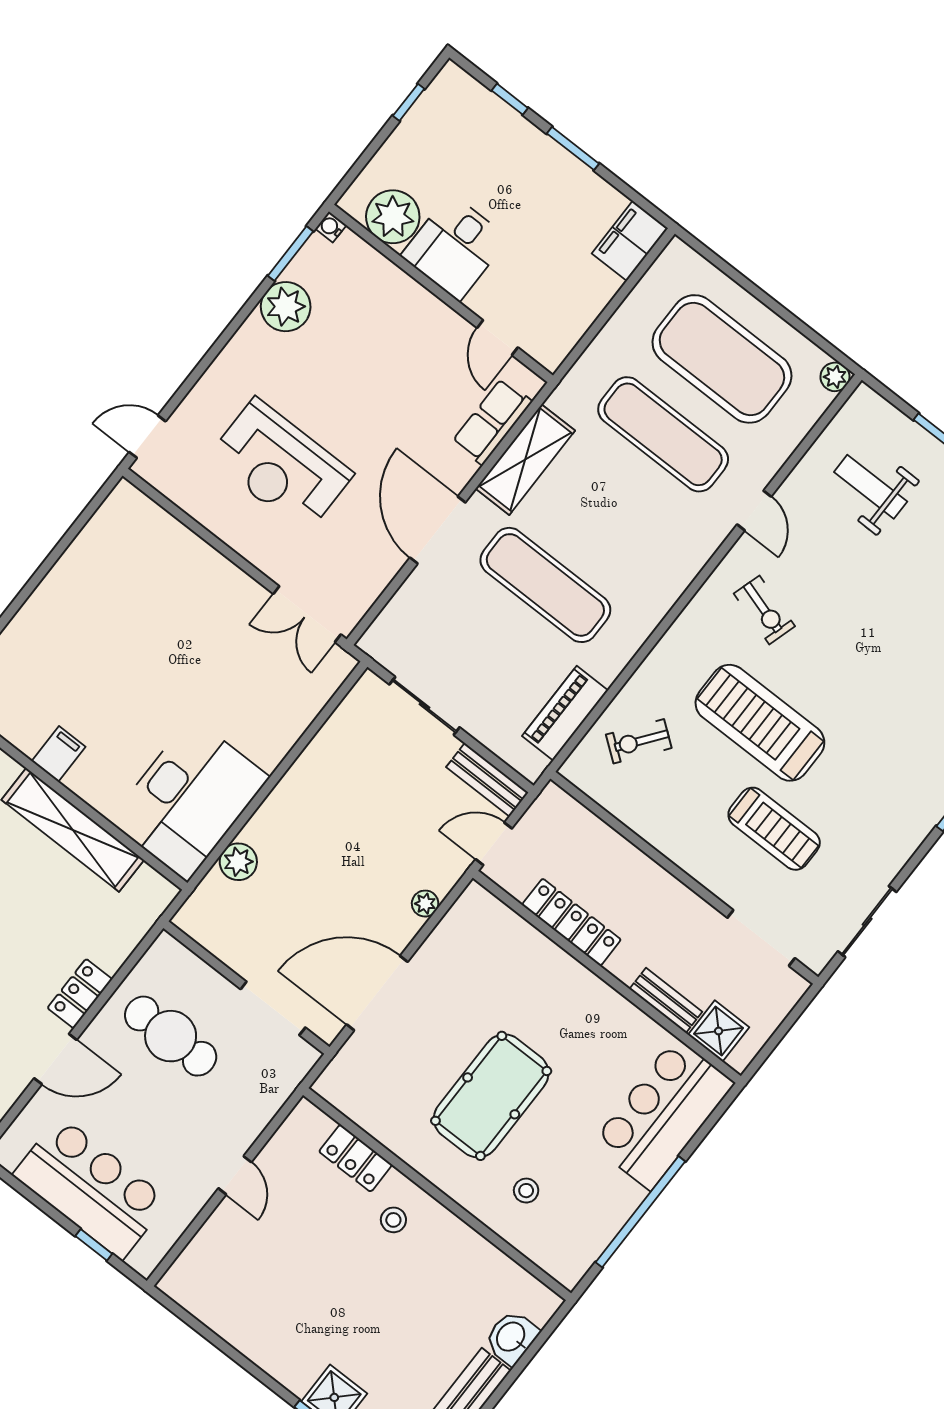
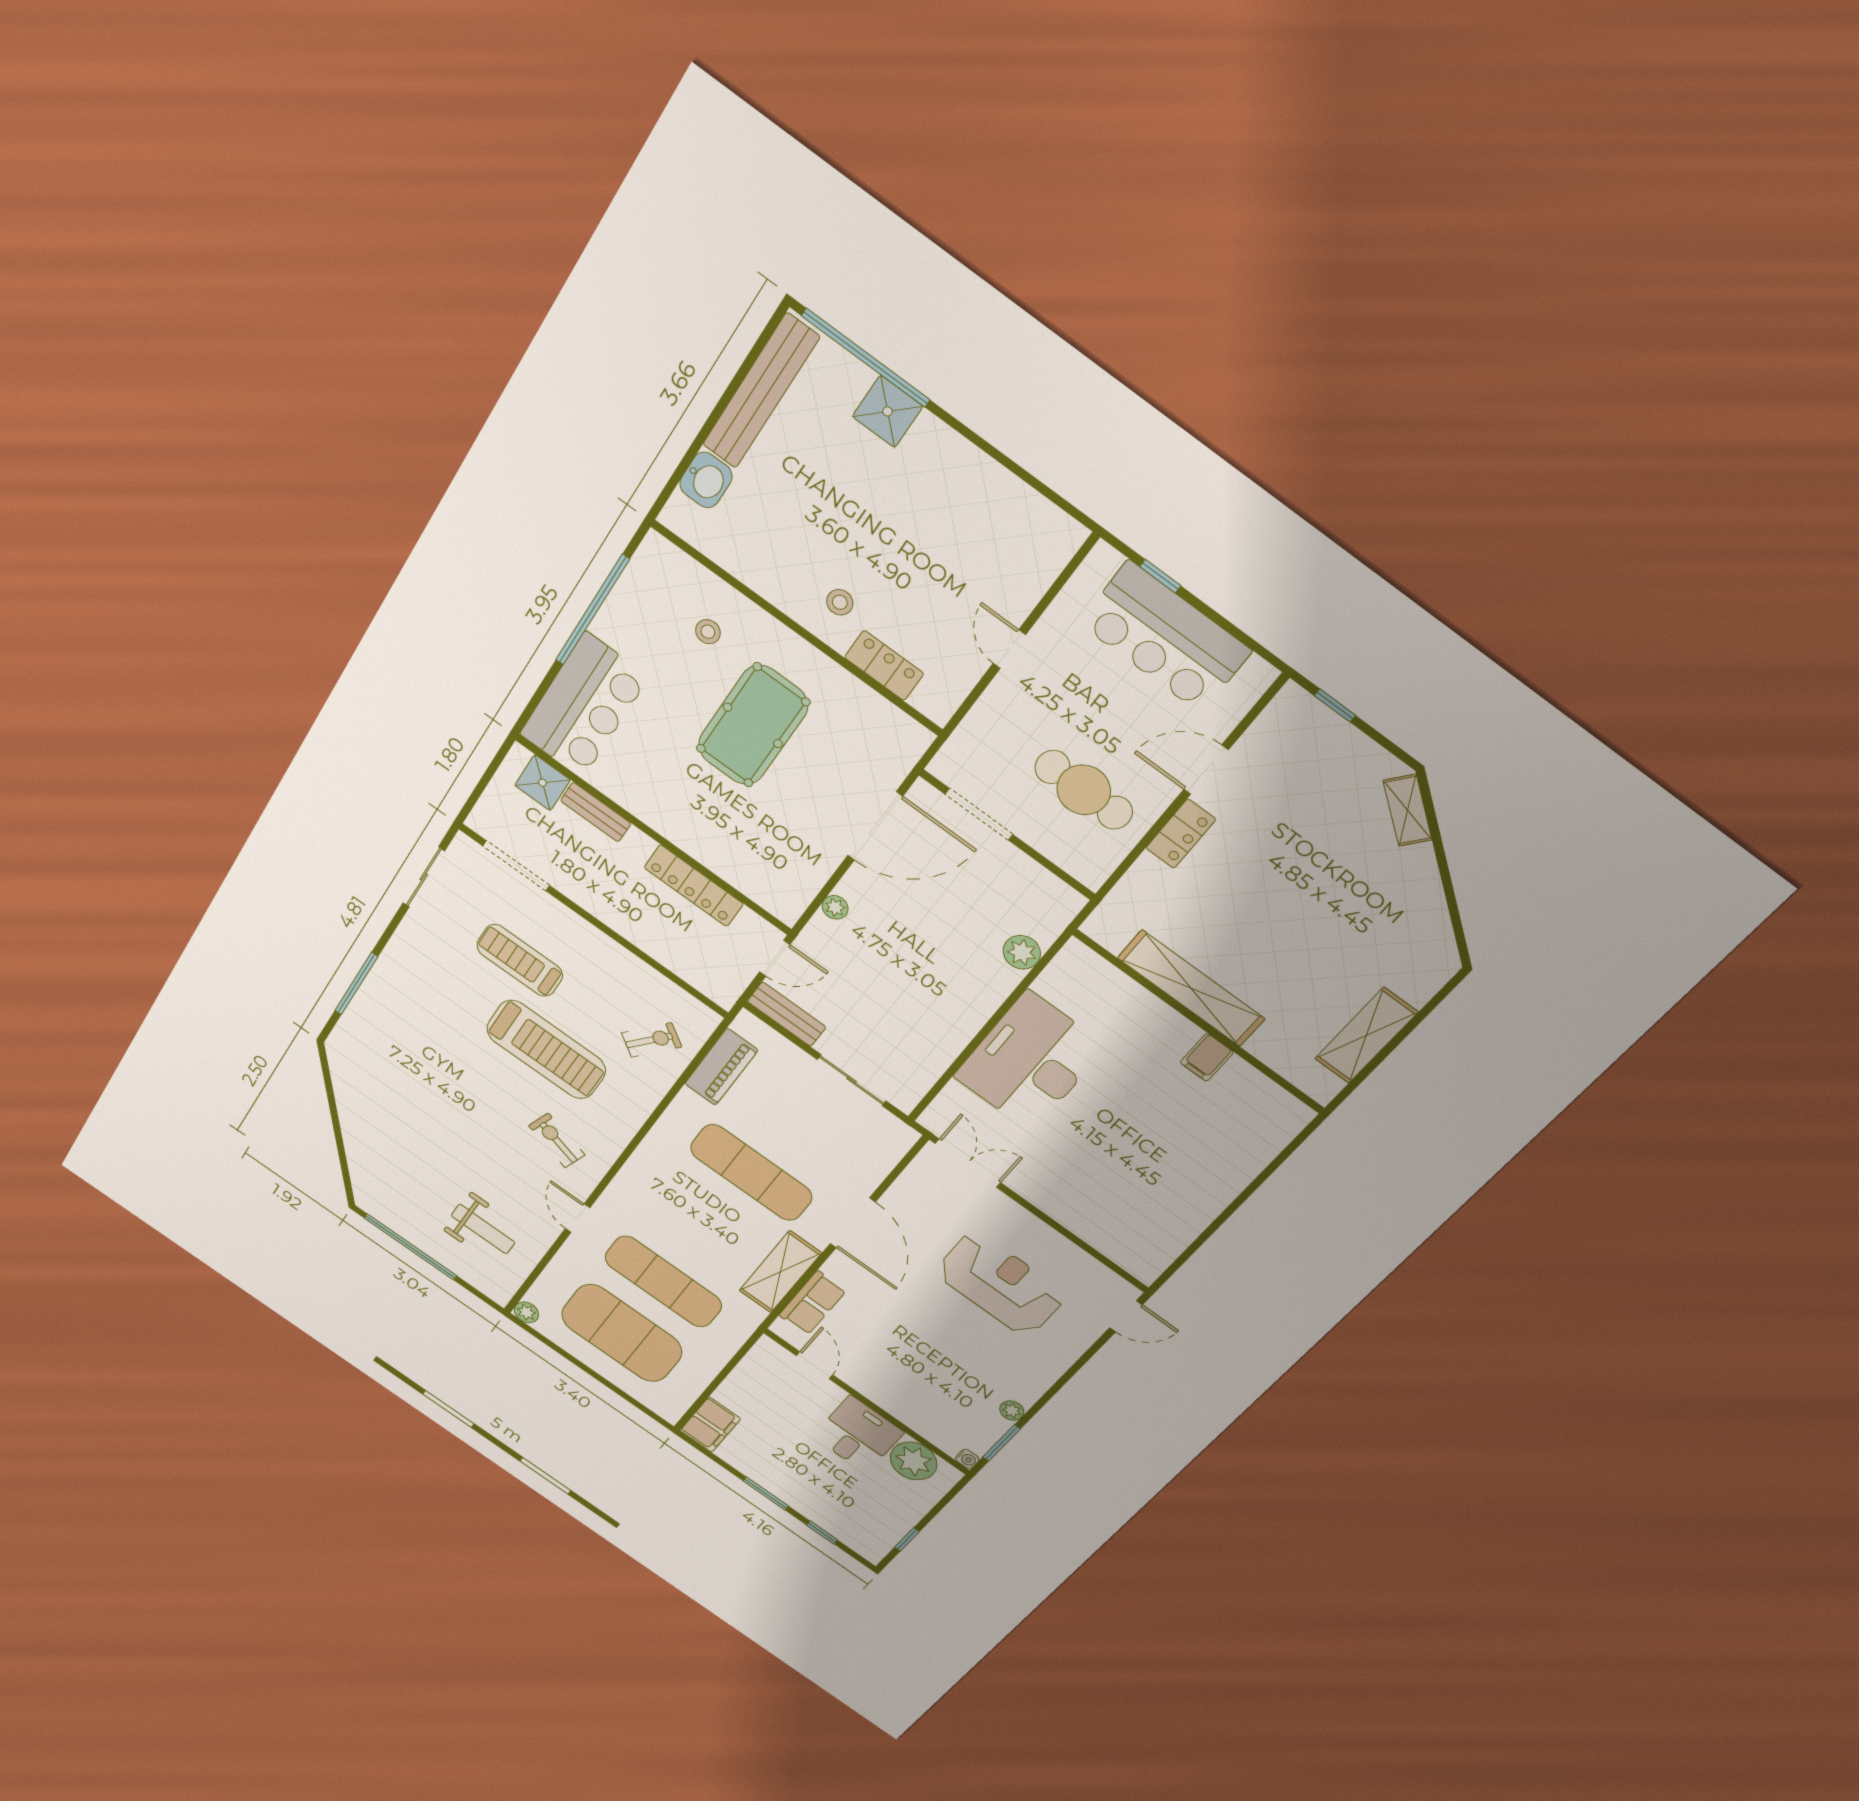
plant: (286, 307) -> (1012, 1411), width x0.53, depth x0.53
desk: (189, 799) -> (1030, 1062), moved

